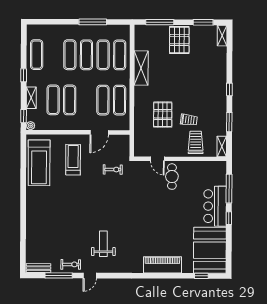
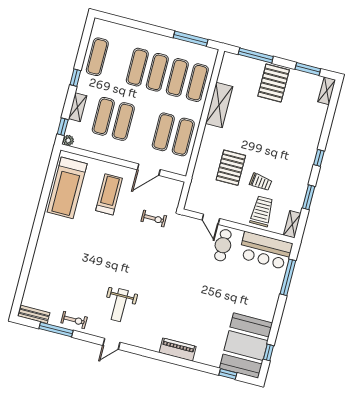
window: (93, 22) -> (191, 39), moved
bar counter: (215, 206) -> (266, 251), moved, turned -90
window: (229, 218) -> (269, 352), moved
weight bench: (103, 244) -> (120, 305), turned 180
piano: (162, 265) -> (178, 350), width x0.73, depth x0.75
door: (90, 276) -> (111, 344), moved

